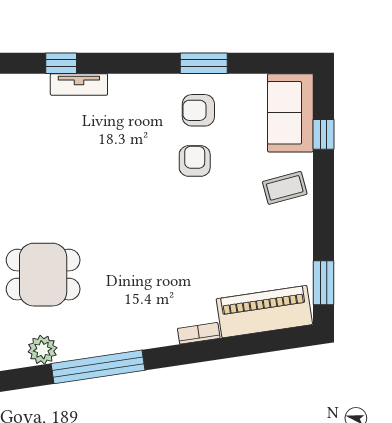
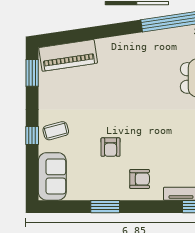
armchair: (198, 110) -> (140, 179), moved
window: (323, 134) -> (32, 135), moved
bookcase: (199, 333) -> (108, 42), removed

